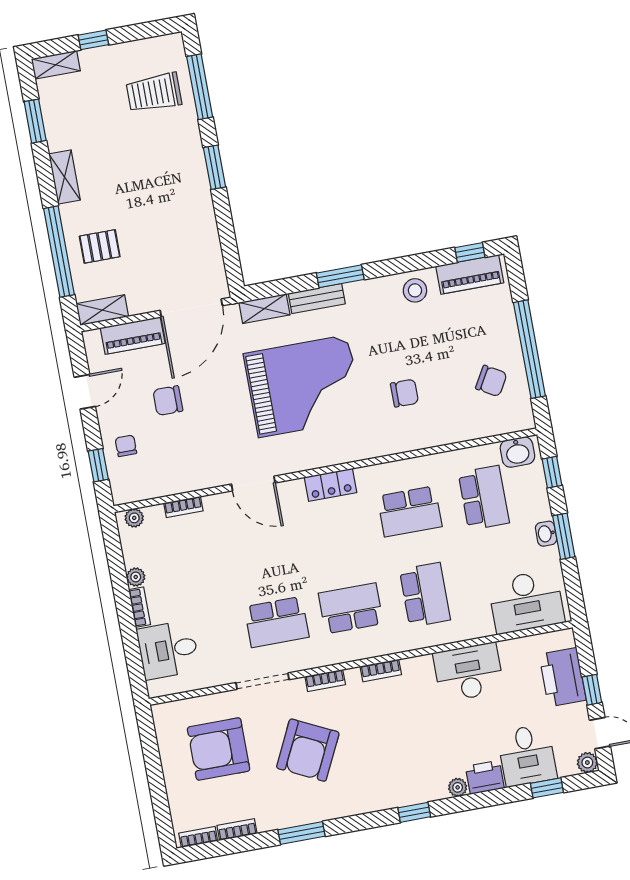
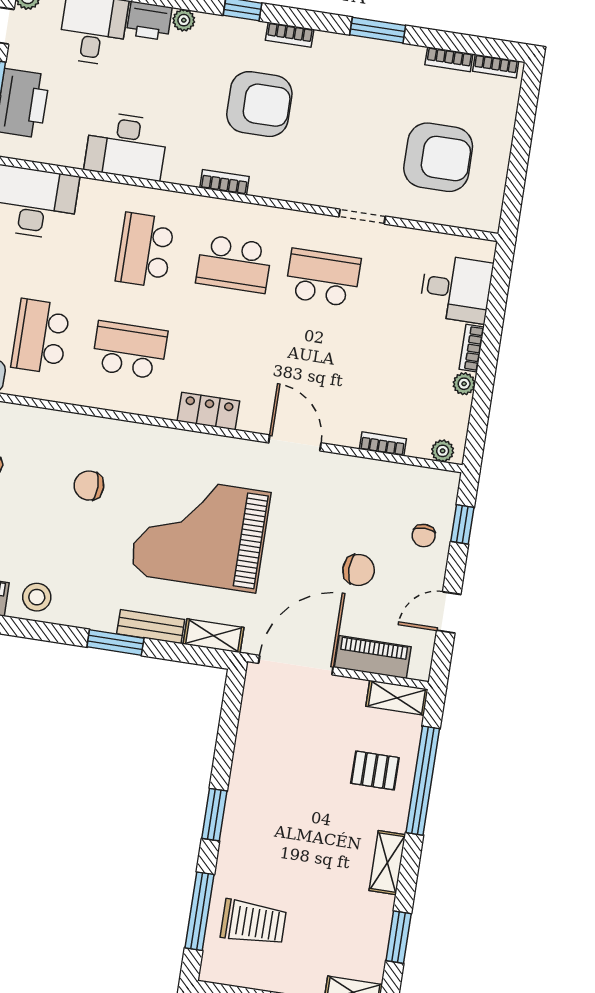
bookcase: (325, 680) -> (290, 35), moved, turned 180
doorway: (262, 681) -> (362, 217), width x0.73
armchair: (308, 750) -> (259, 104), moved, turned 64

